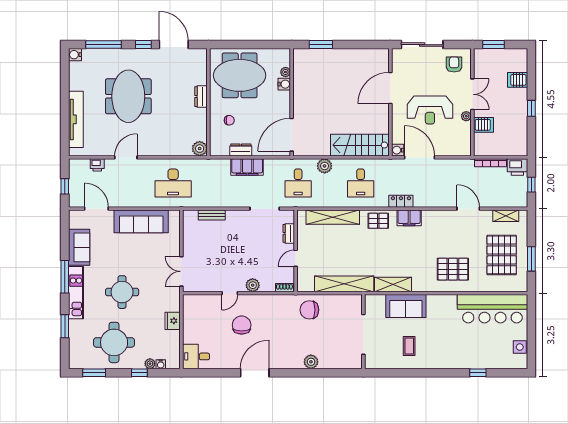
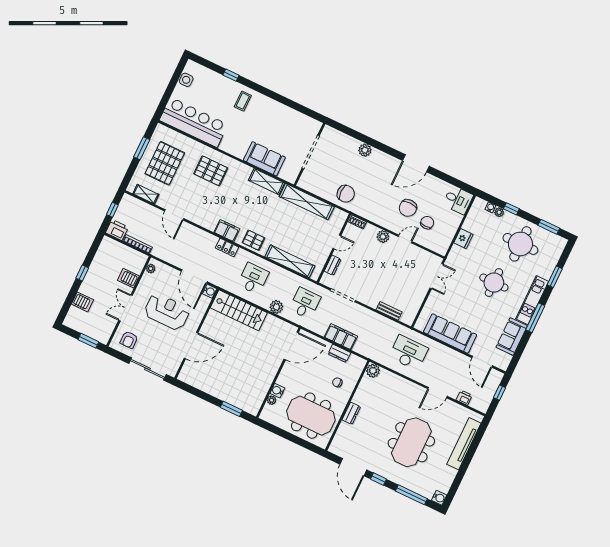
plant: (466, 116) -> (151, 269), moved
chair: (216, 320) -> (427, 223), added
coffee table: (409, 346) -> (243, 101), moved

